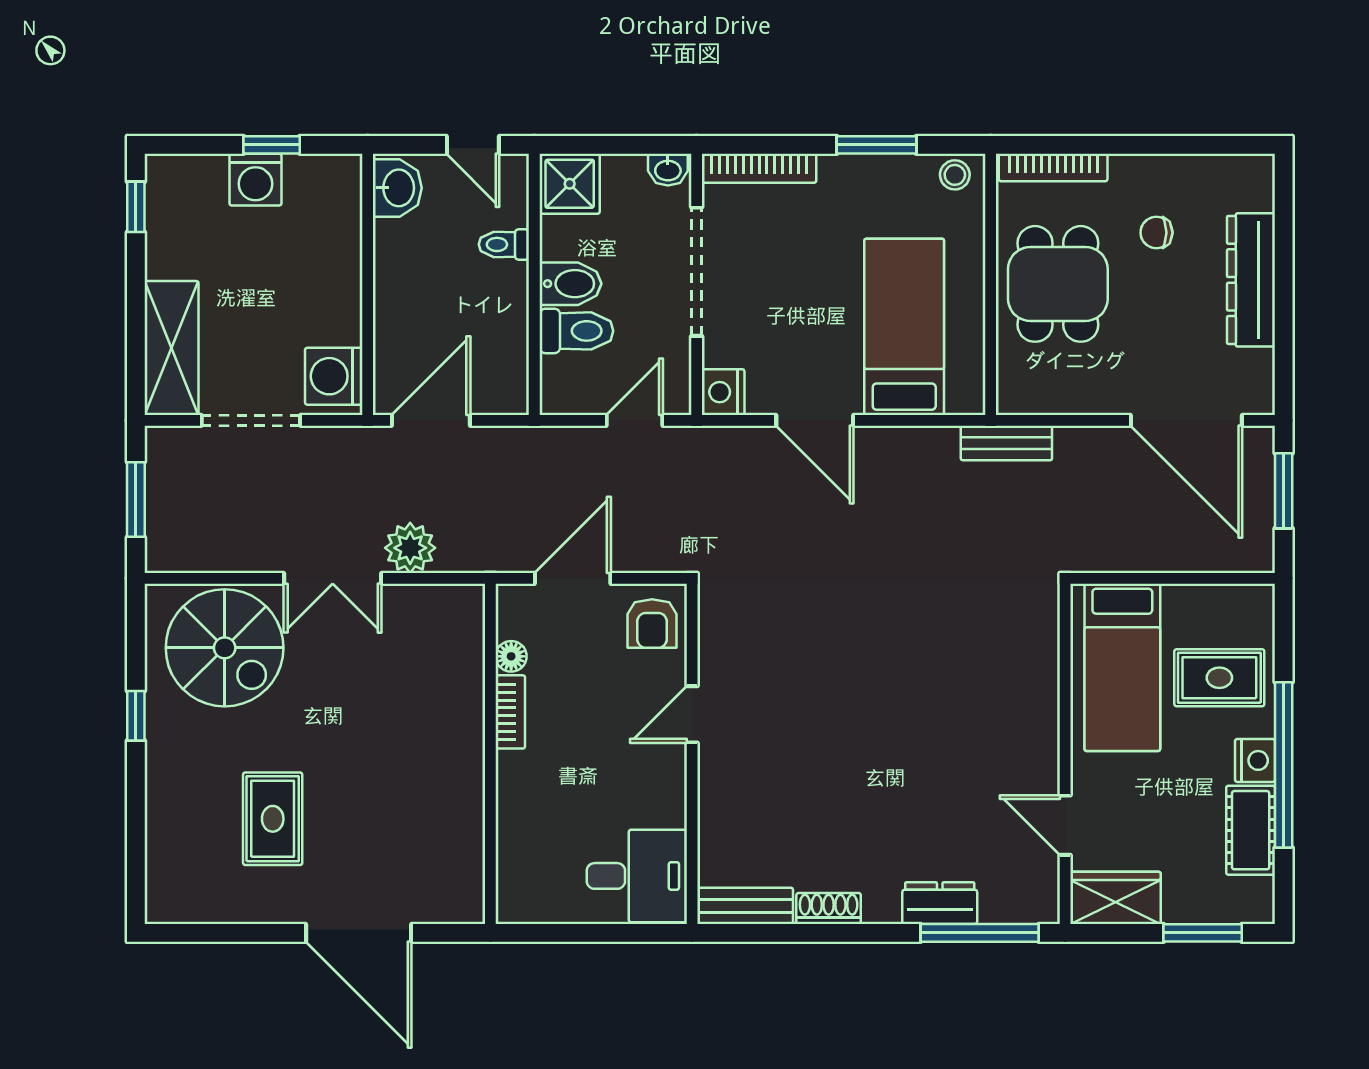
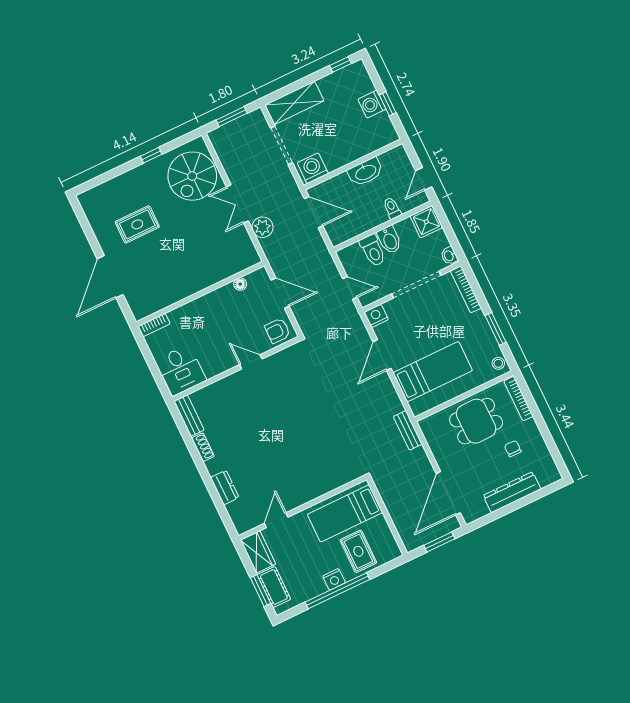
washbasin: (397, 188) -> (365, 172), moved, width x1.38
bookcase: (510, 712) -> (154, 325), moved
cot: (1251, 830) -> (274, 587), moved, turned 90
window: (980, 933) -> (221, 508), removed

